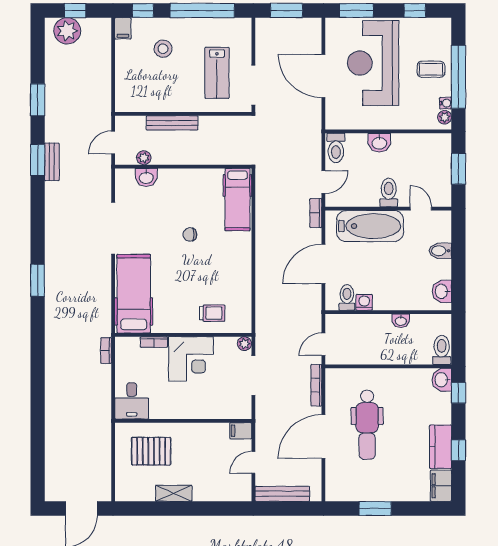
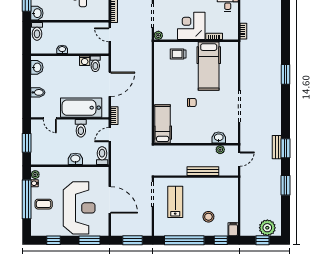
toilet: (389, 193) -> (81, 128), moved
hospital bed: (134, 294) -> (209, 66), moved
door: (323, 344) -> (110, 35), swing flipped

